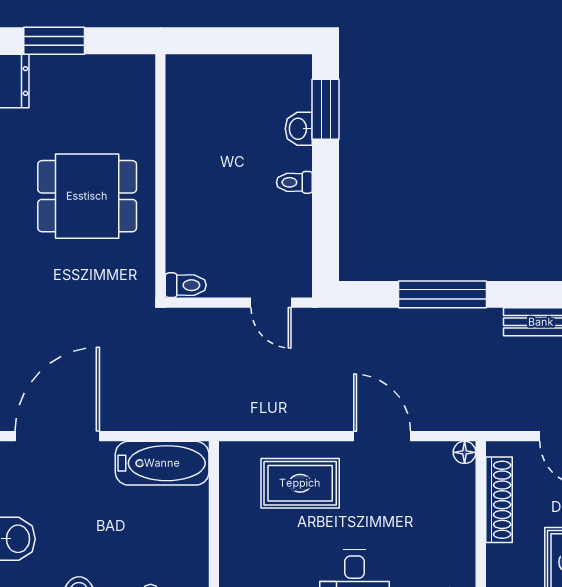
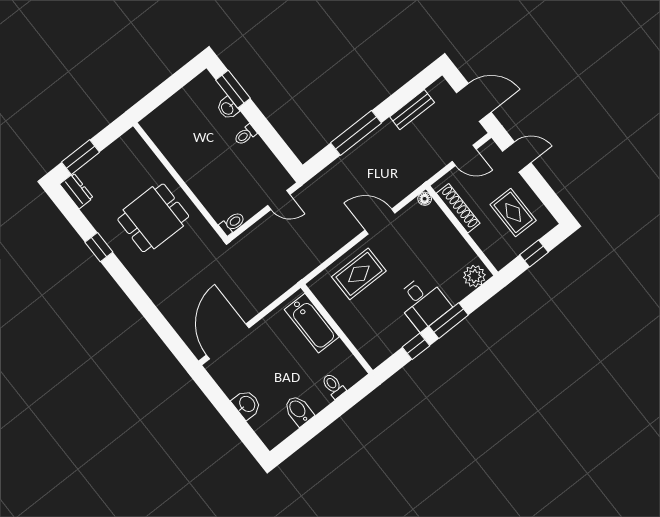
bathtub: (162, 463) -> (312, 323), moved, turned 90

